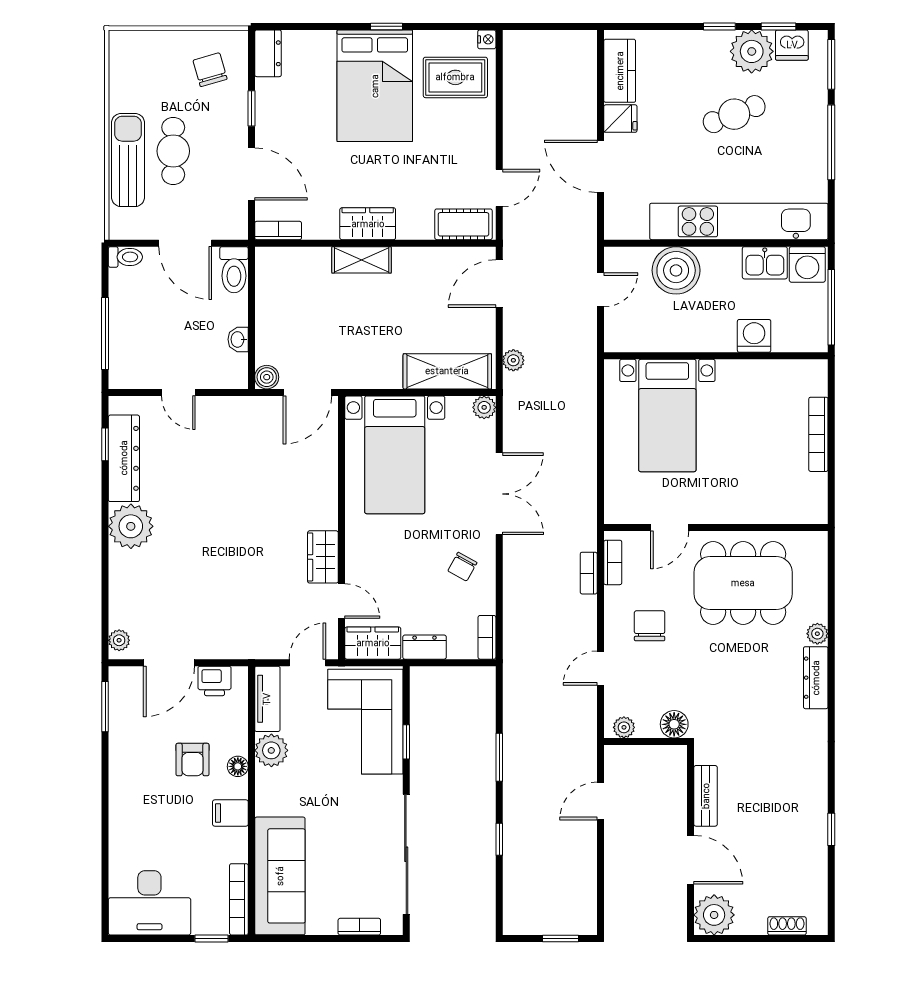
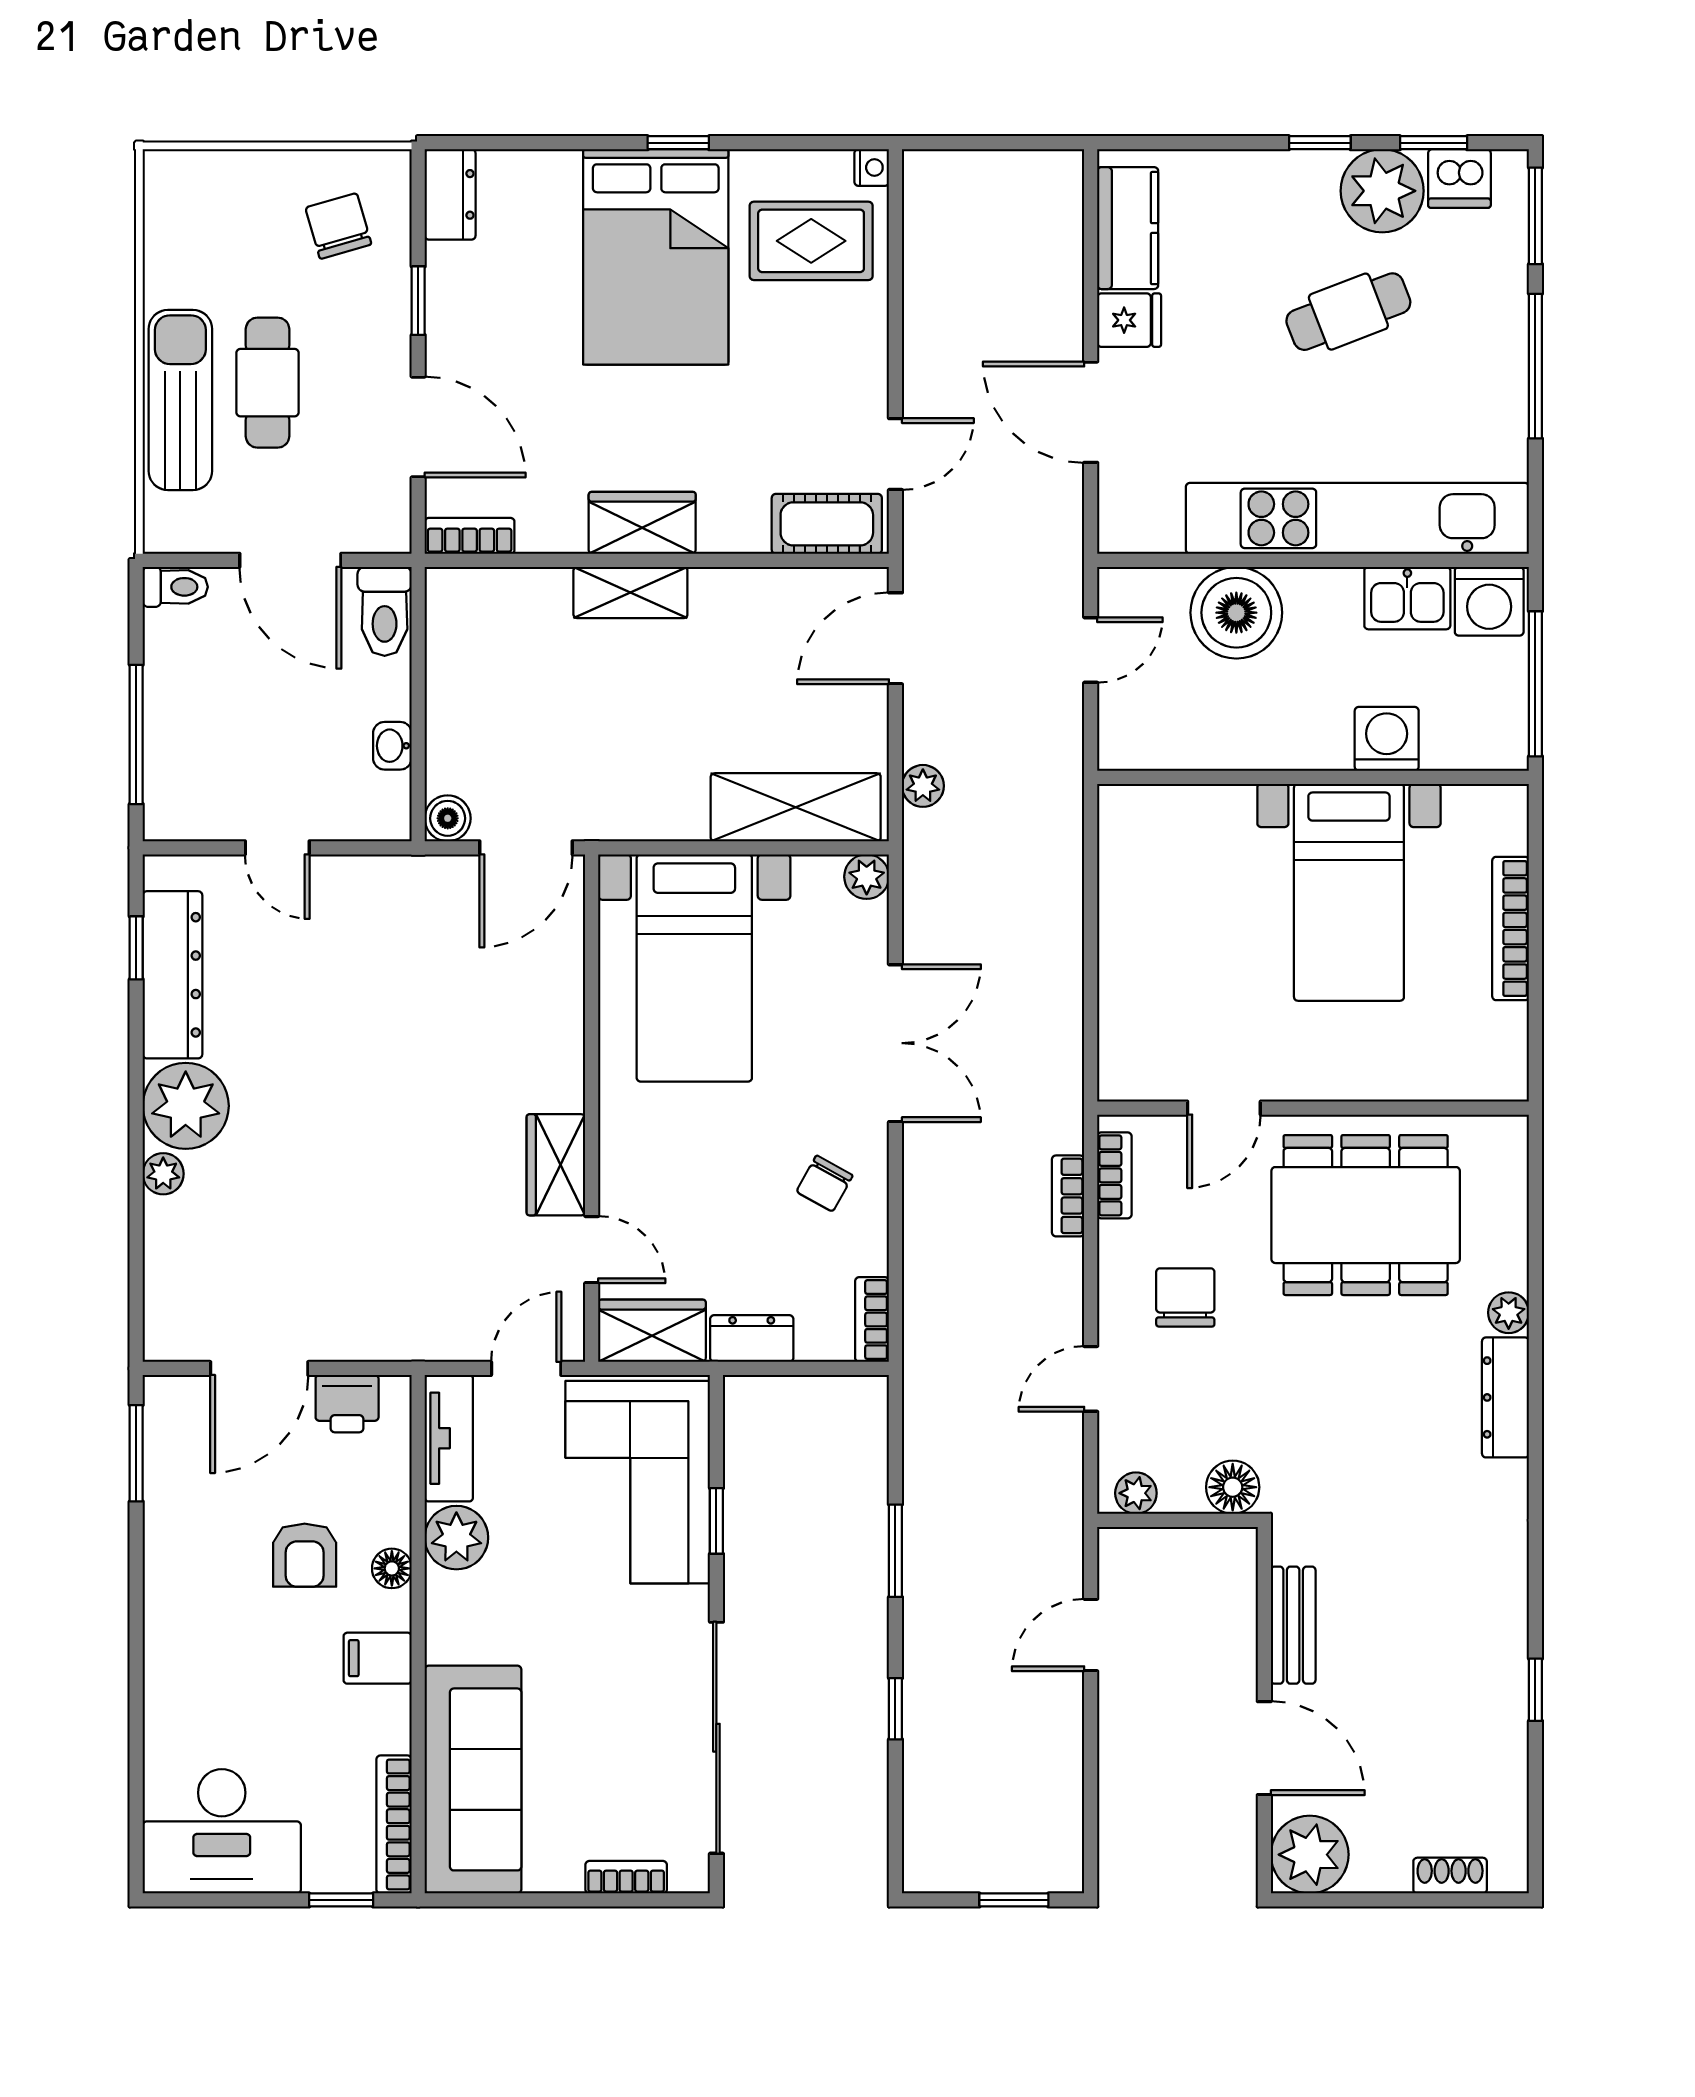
bed with nightstands: (667, 416) -> (1349, 892), moved
plant: (119, 640) -> (163, 1174), moved

